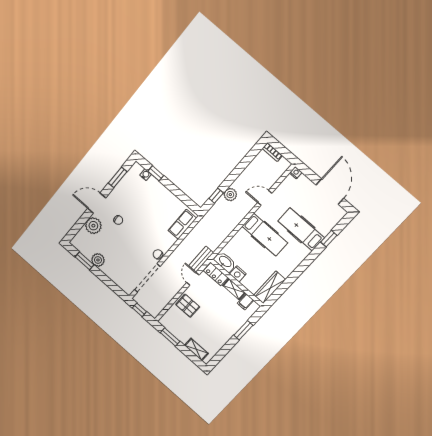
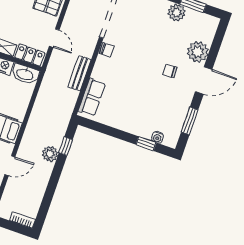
bench: (201, 259) -> (80, 73), moved

